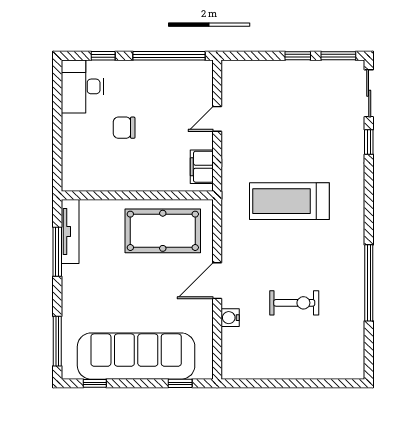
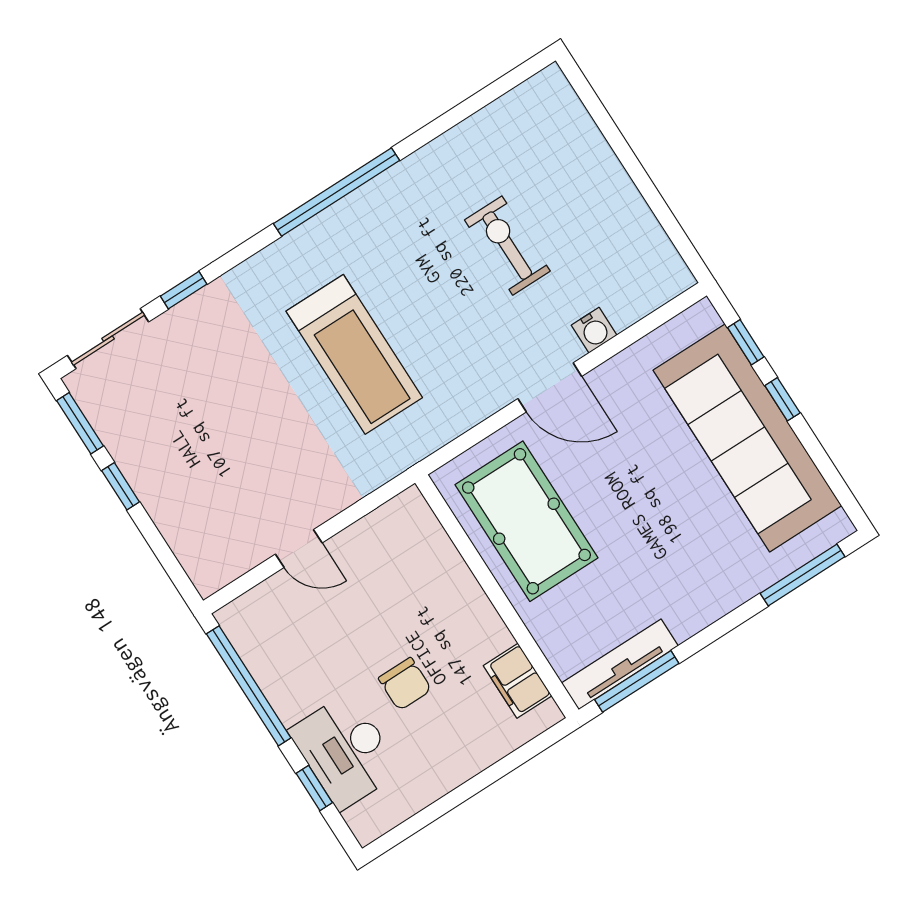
desk: (82, 86) -> (345, 751), moved, turned 90
filing cabinet: (202, 167) -> (517, 681), moved, turned 90
window: (57, 252) -> (637, 681), moved
window: (369, 283) -> (337, 192), moved
window: (95, 383) -> (782, 399), moved

